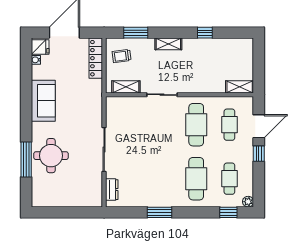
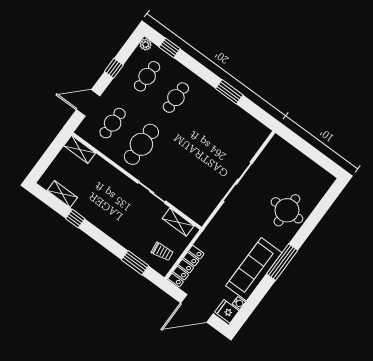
shelving: (168, 44) -> (62, 194), moved
sofa: (43, 101) -> (254, 269), width x1.36
window: (259, 154) -> (114, 68), moved
window: (26, 159) -> (282, 262), moved
cafe table: (196, 179) -> (176, 98), width x0.73, depth x0.74
dresser: (112, 190) -> (256, 142), removed

